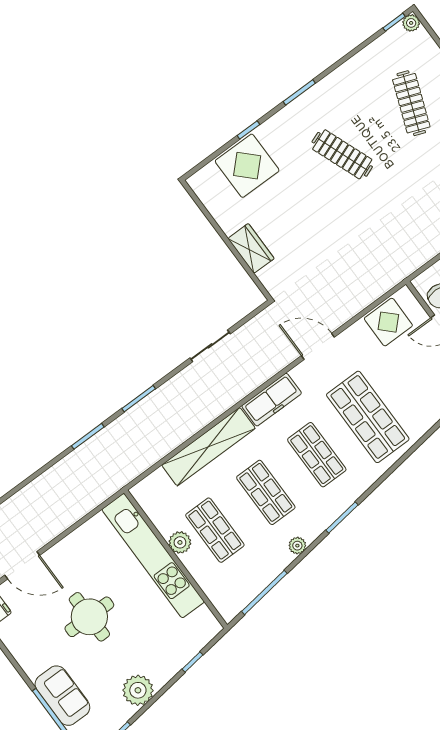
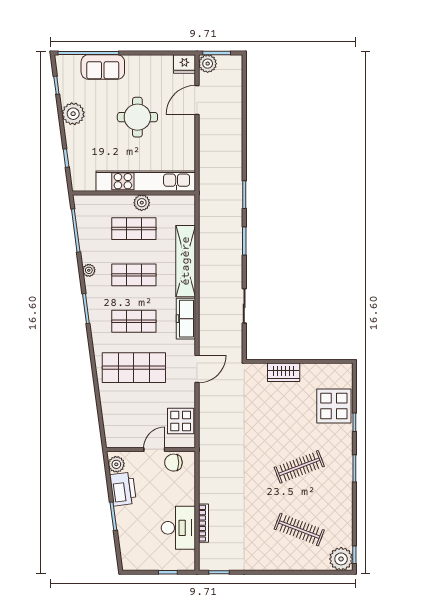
plant: (411, 23) -> (341, 559), width x1.88, depth x1.88

